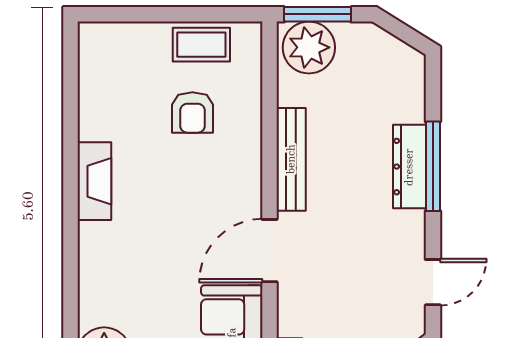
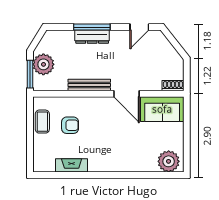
plant: (309, 47) -> (43, 64), moved
fireplace: (94, 181) -> (72, 165), moved
door: (433, 282) -> (139, 27), swing flipped

